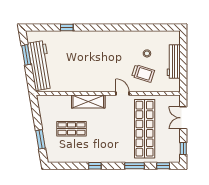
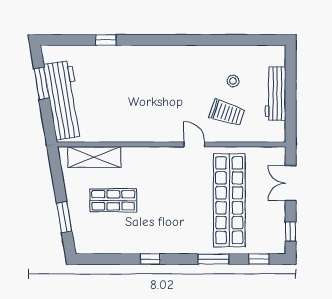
shelving: (88, 101) -> (94, 157), moved

